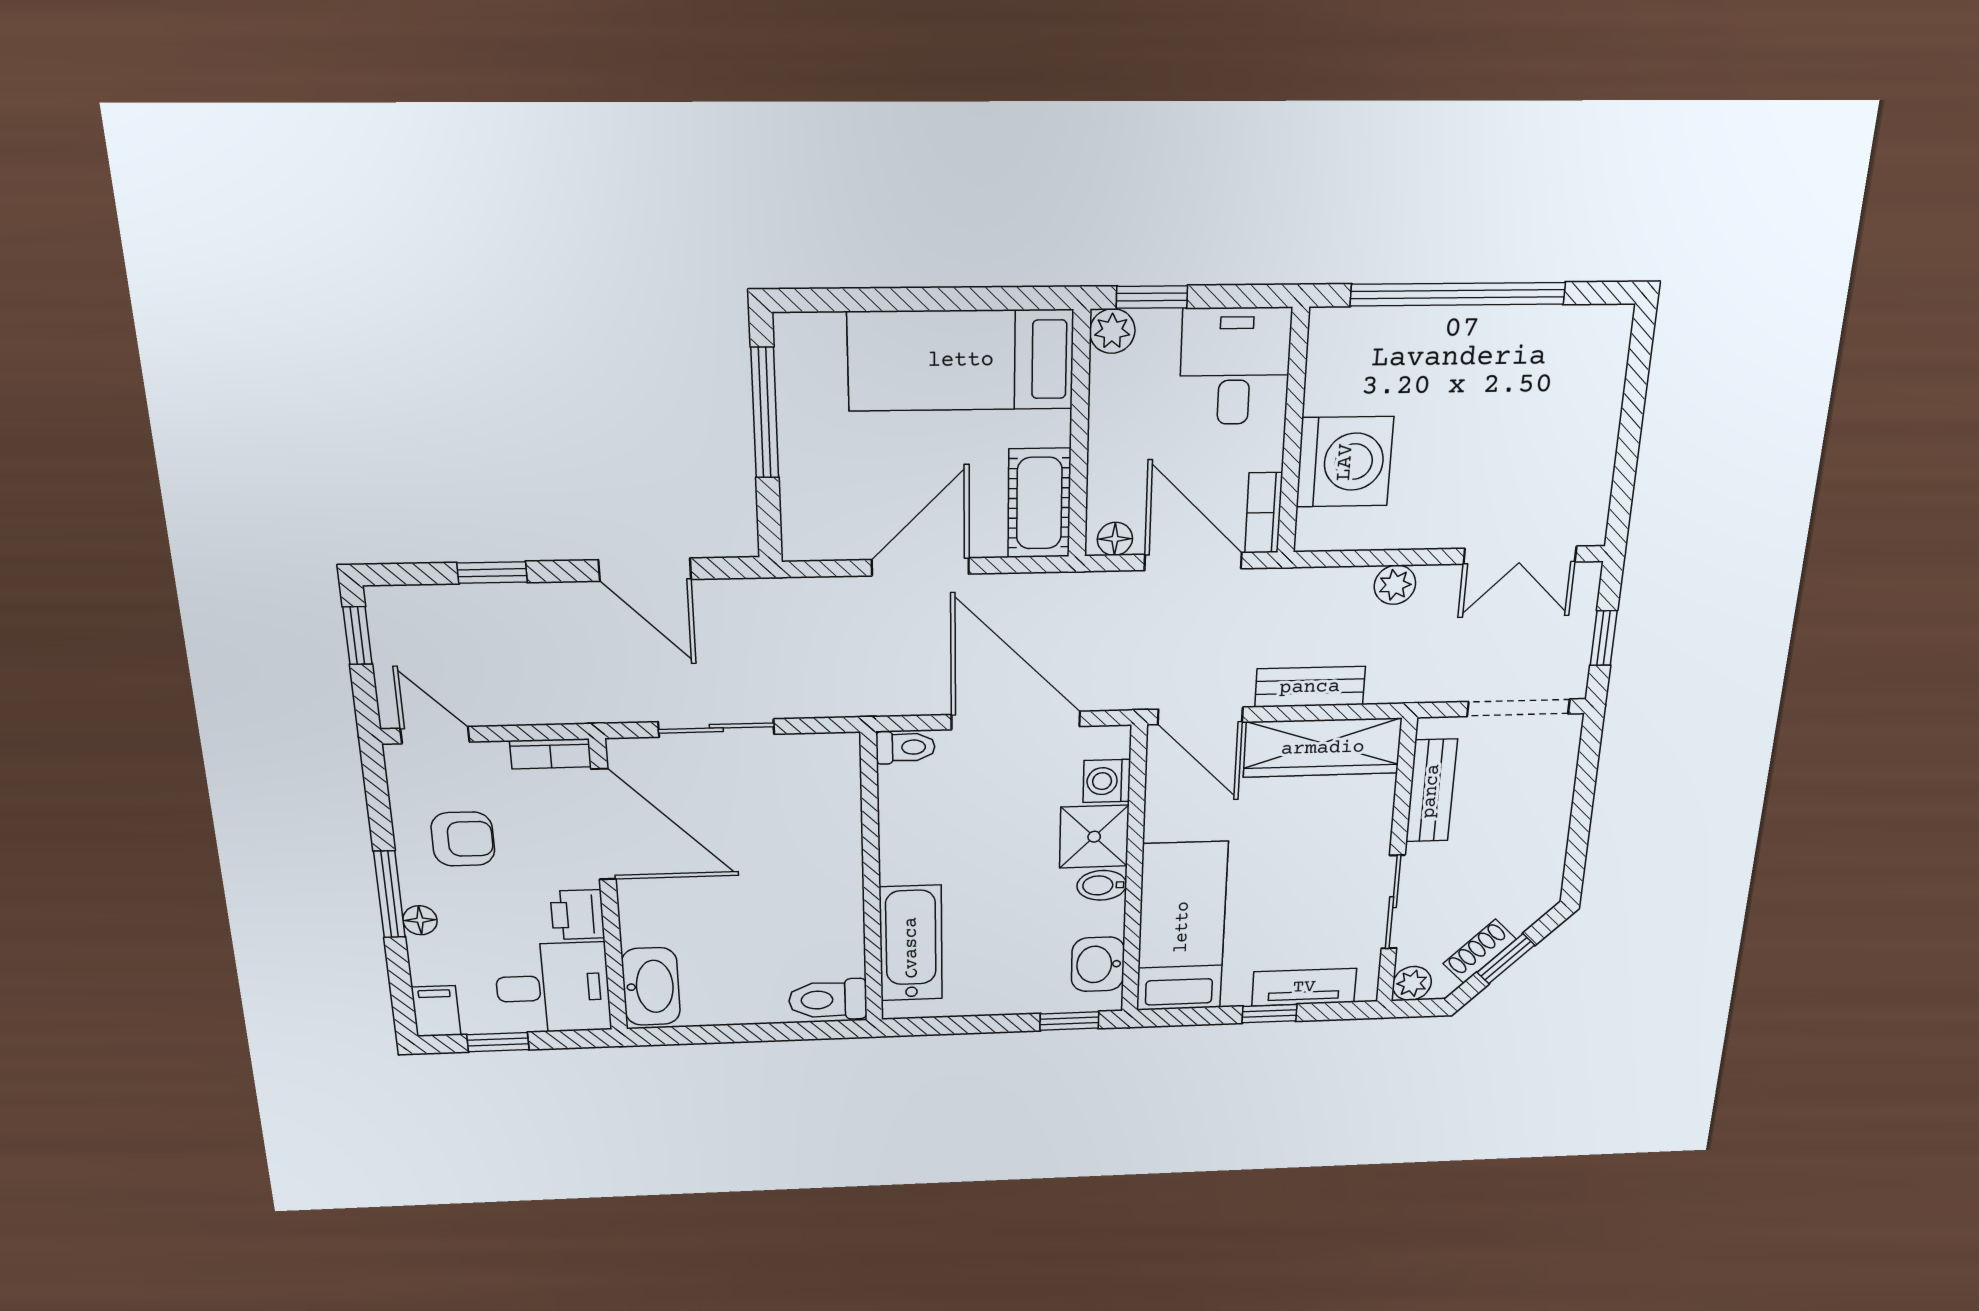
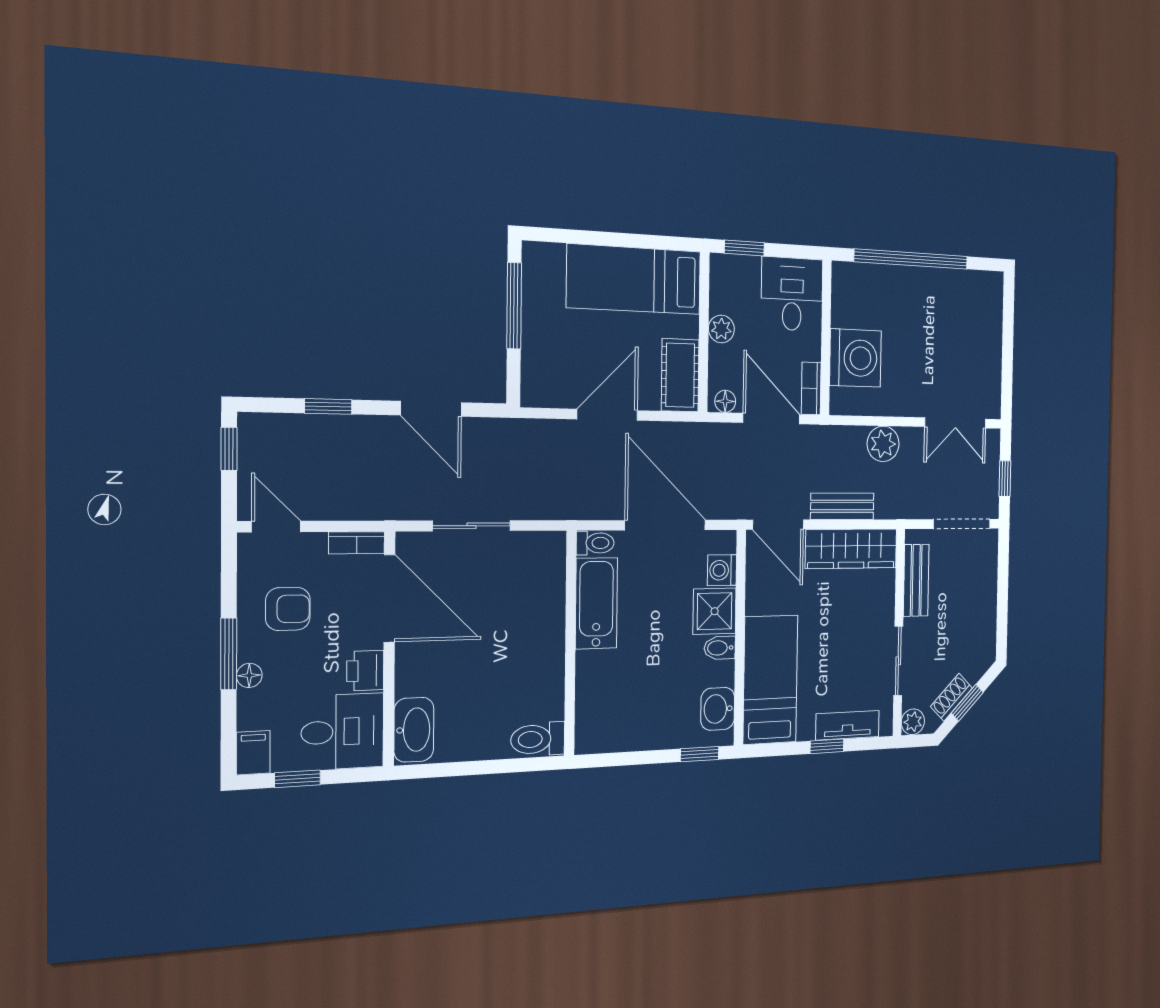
plant: (1112, 331) -> (721, 329), moved
plant: (1395, 585) -> (883, 444), width x1.38, depth x1.38
bathtub: (911, 943) -> (596, 603), moved

